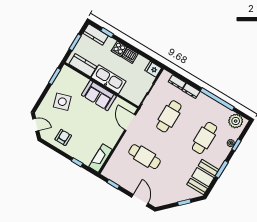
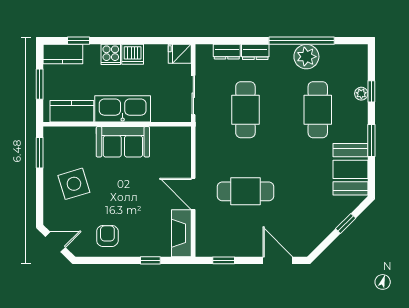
plant: (236, 121) -> (306, 57), moved
door: (130, 123) -> (193, 194), moved

